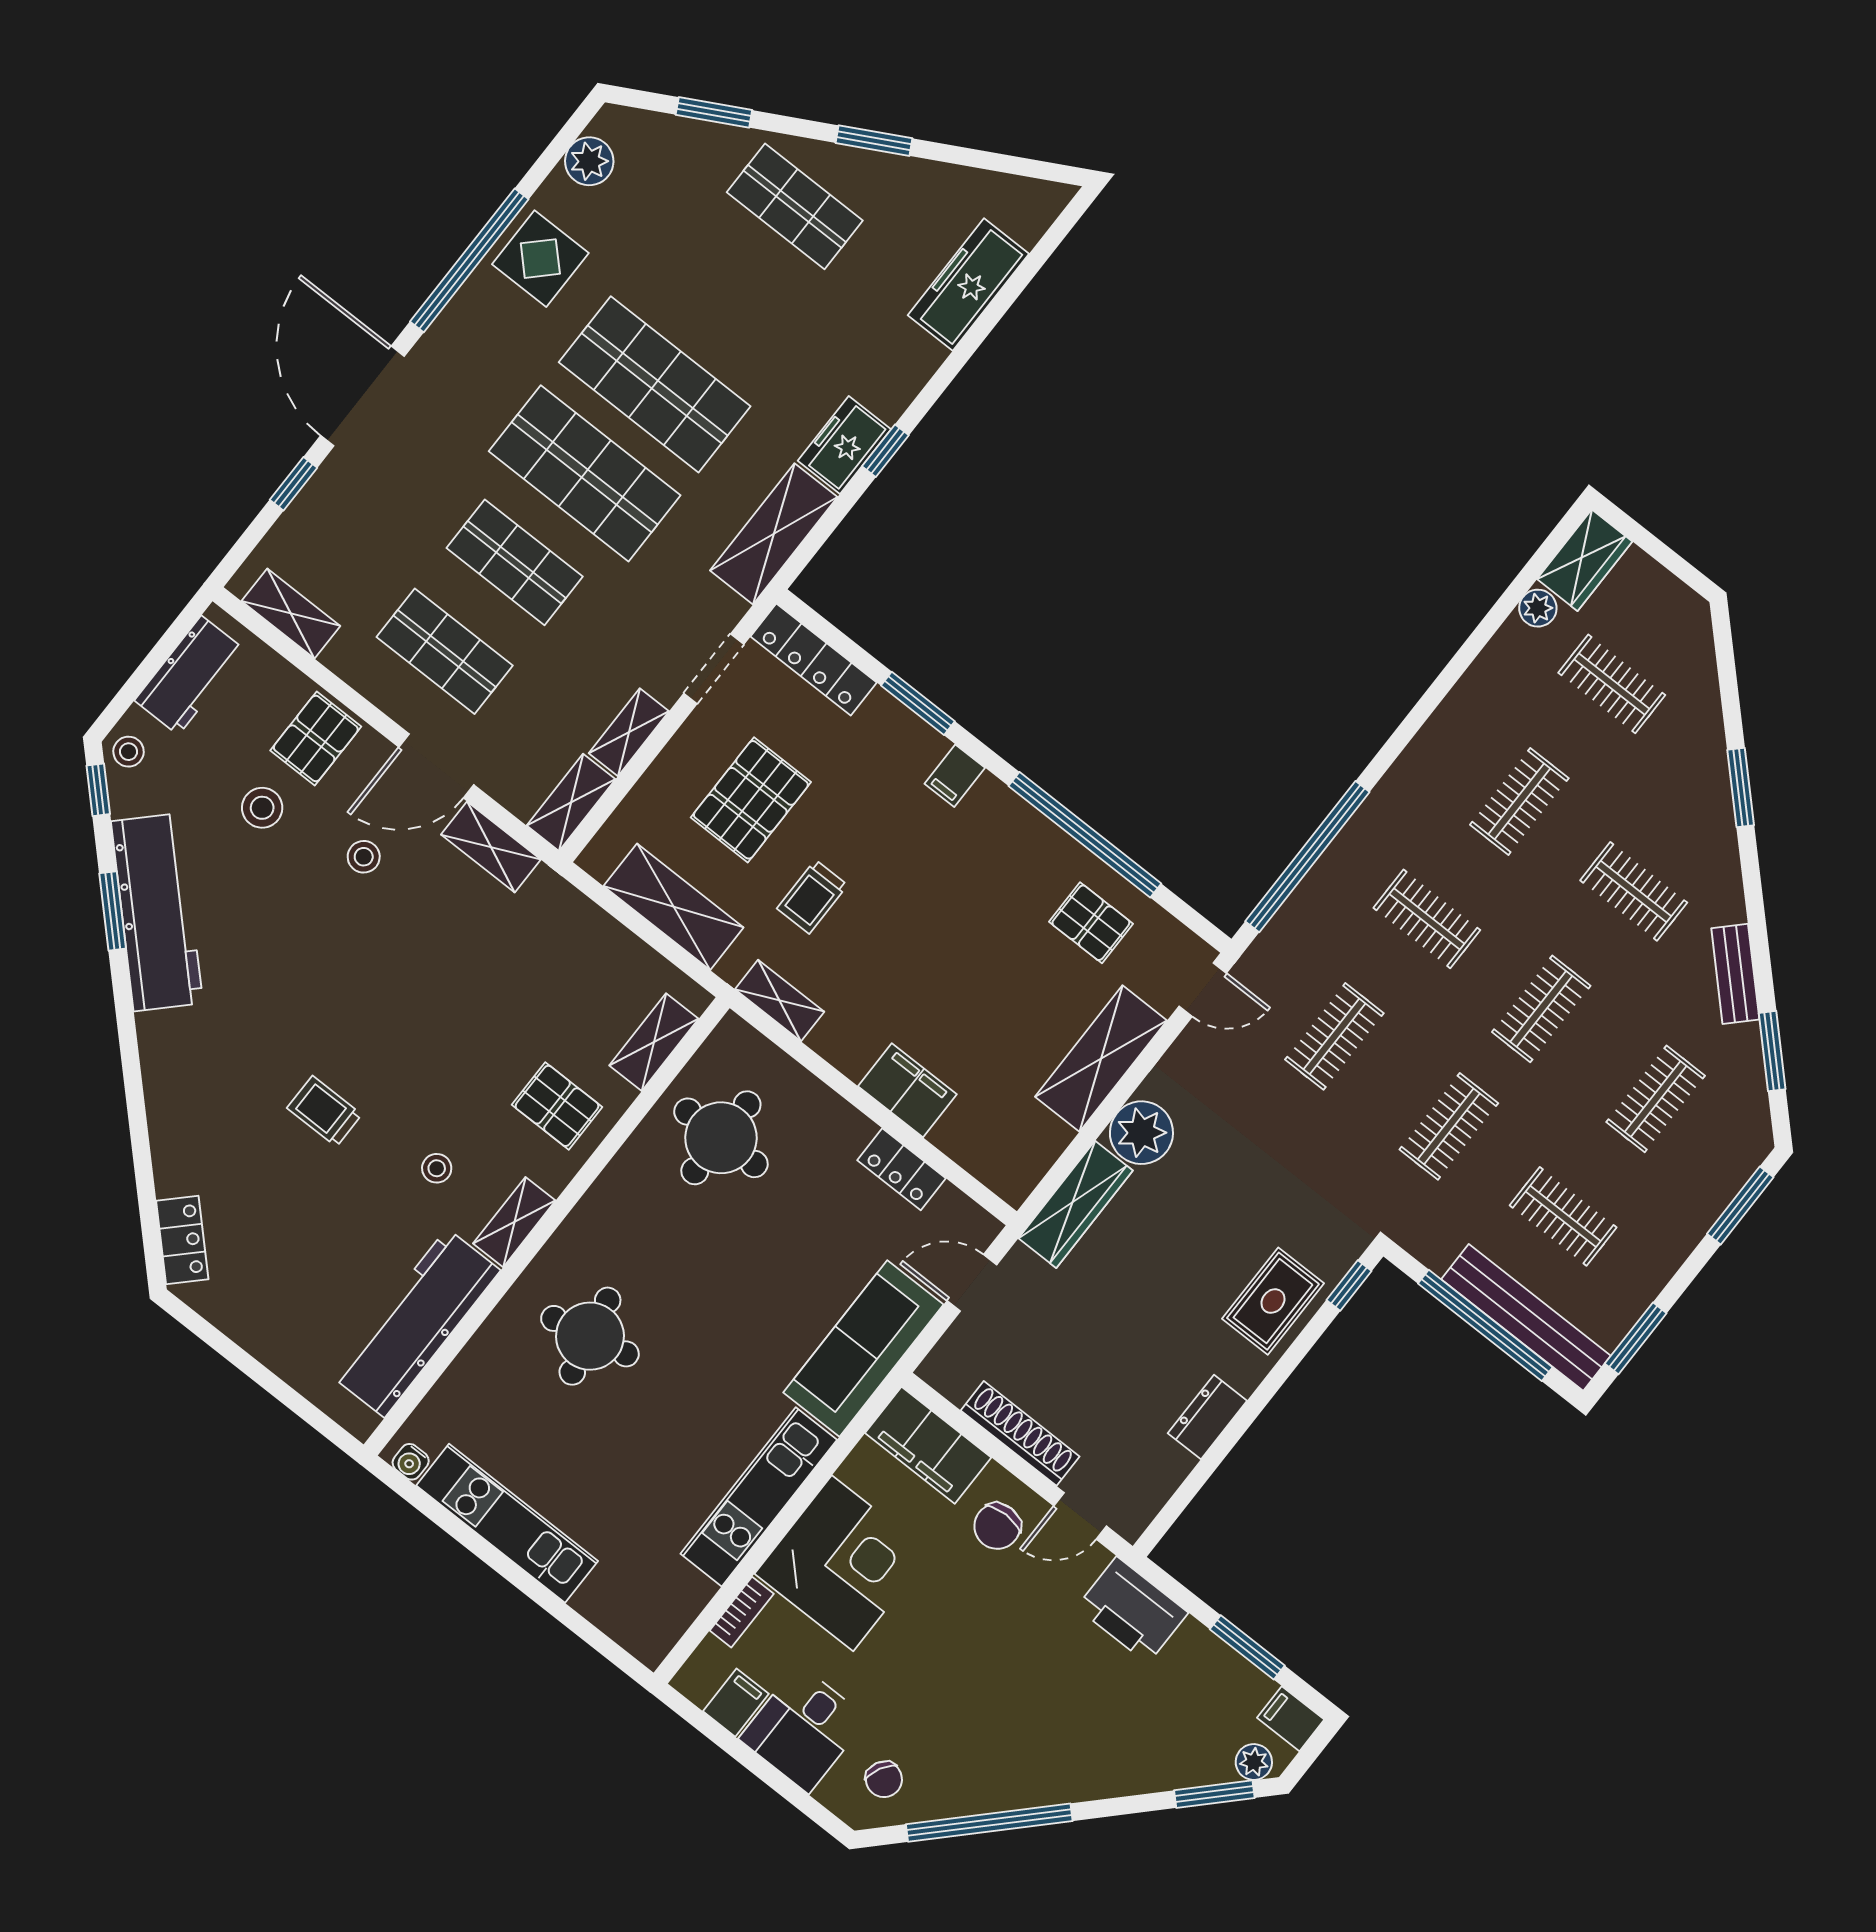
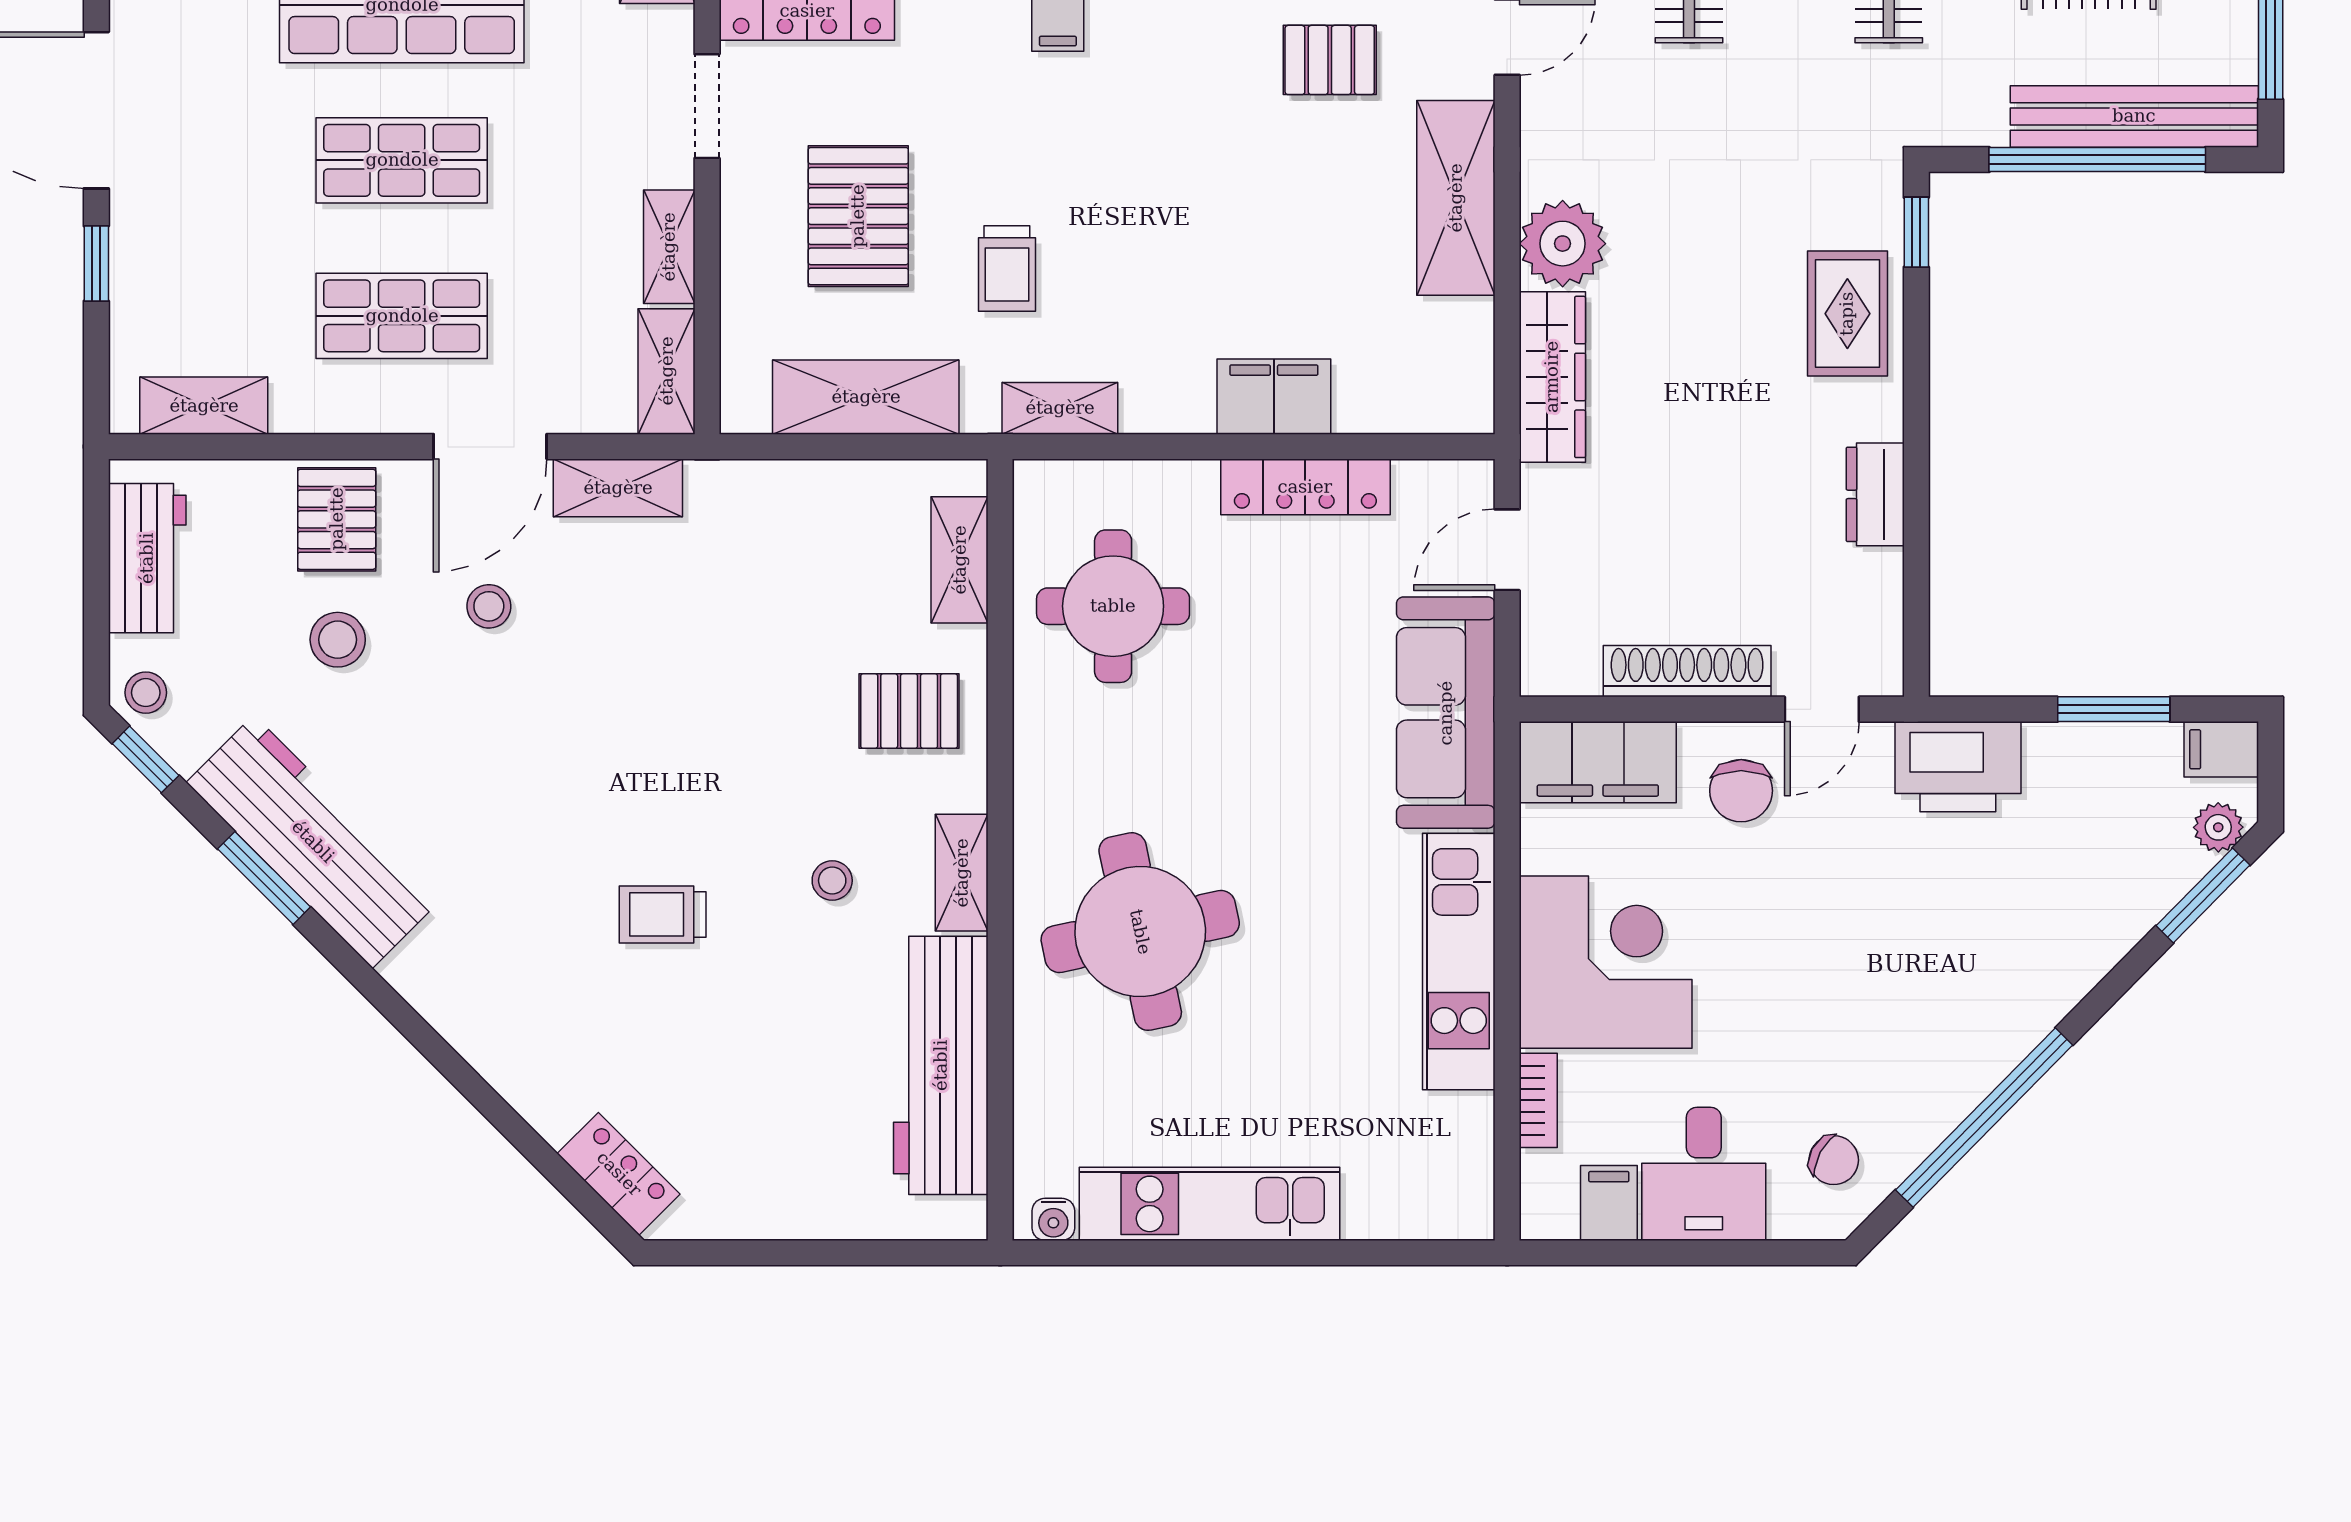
locker: (902, 1169) -> (1305, 487), width x1.53
round table: (590, 1336) -> (1140, 932), width x1.36, depth x1.36

